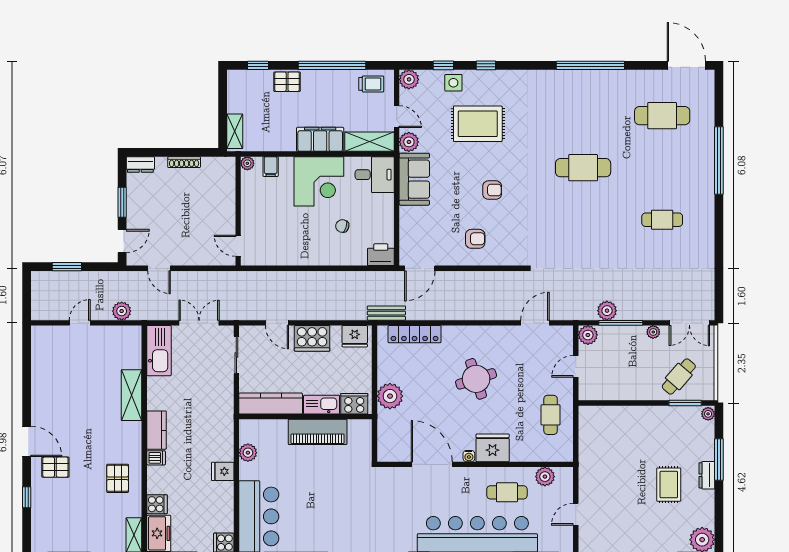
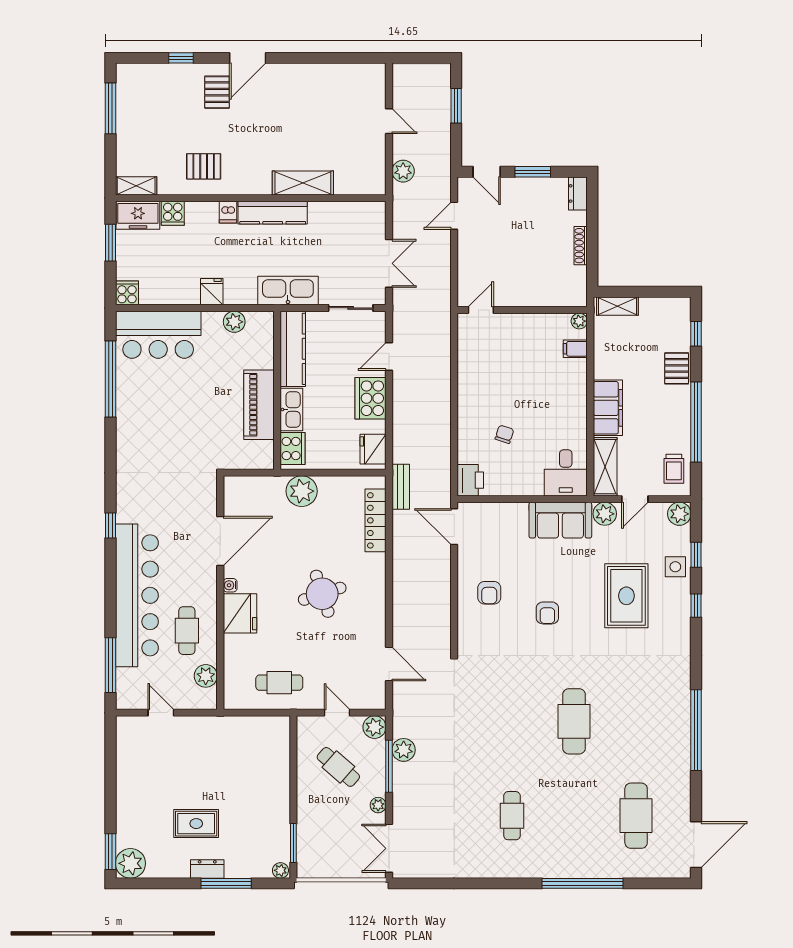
corner desk: (319, 181) -> (558, 406), removed
kitchen sink: (159, 351) -> (288, 290), moved, turned 180
cafe table: (679, 377) -> (338, 767), moved
kitchen counter: (156, 430) -> (273, 213), width x1.50

